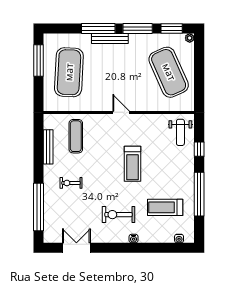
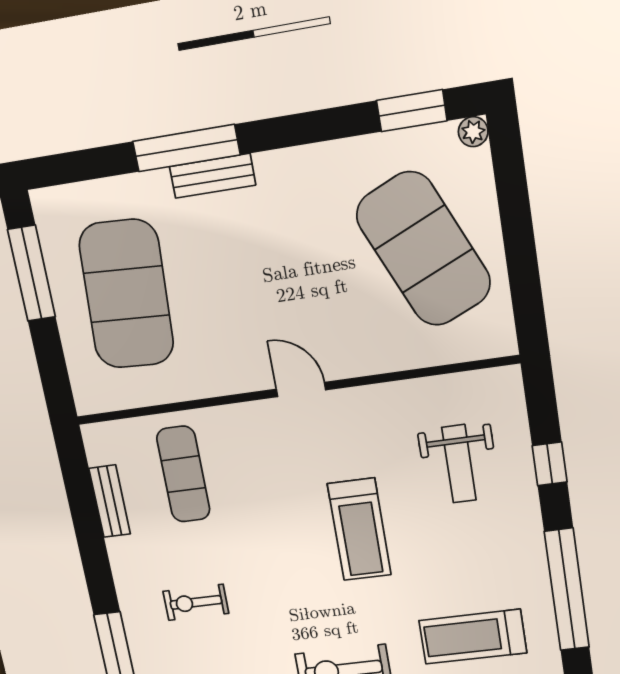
window: (138, 28) -> (306, 128), removed
bench: (110, 38) -> (213, 176), width x0.73
weight bench: (180, 132) -> (459, 464), moved
bench: (48, 147) -> (110, 501), width x0.73

